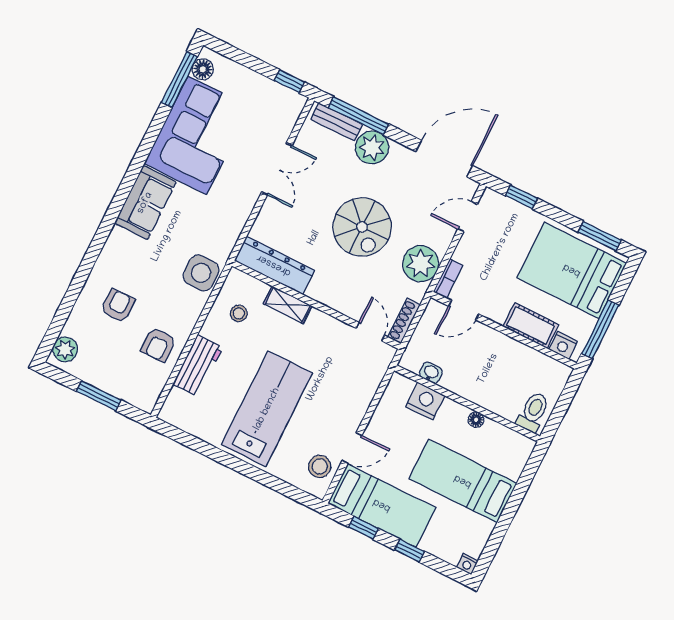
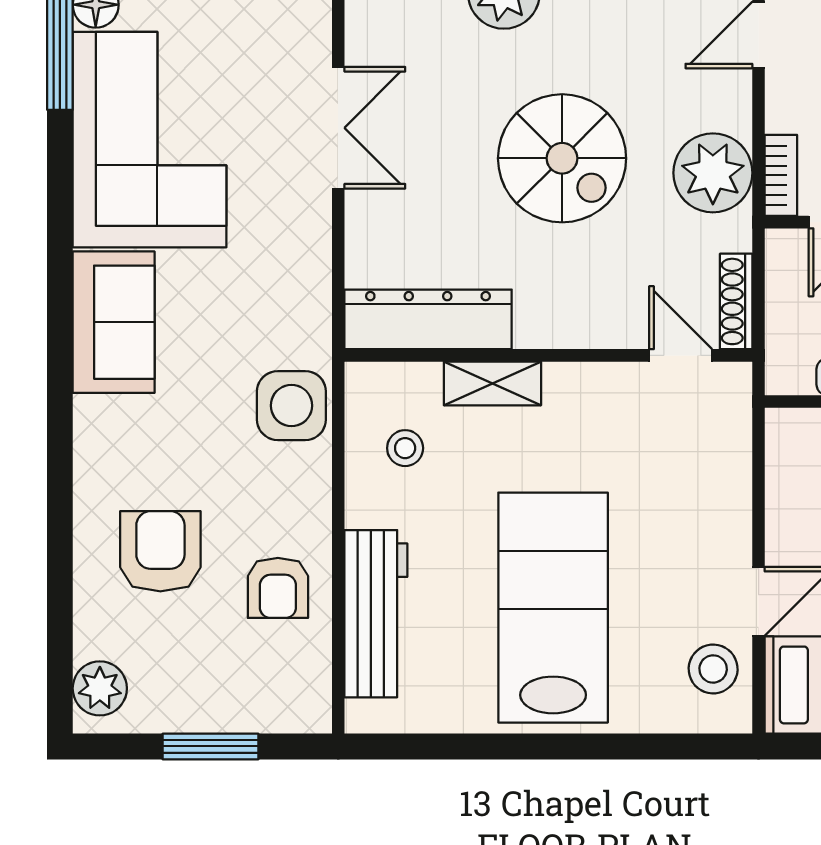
armchair: (118, 306) -> (160, 551), width x1.38, depth x1.38
workbench: (198, 366) -> (376, 614), width x1.38

